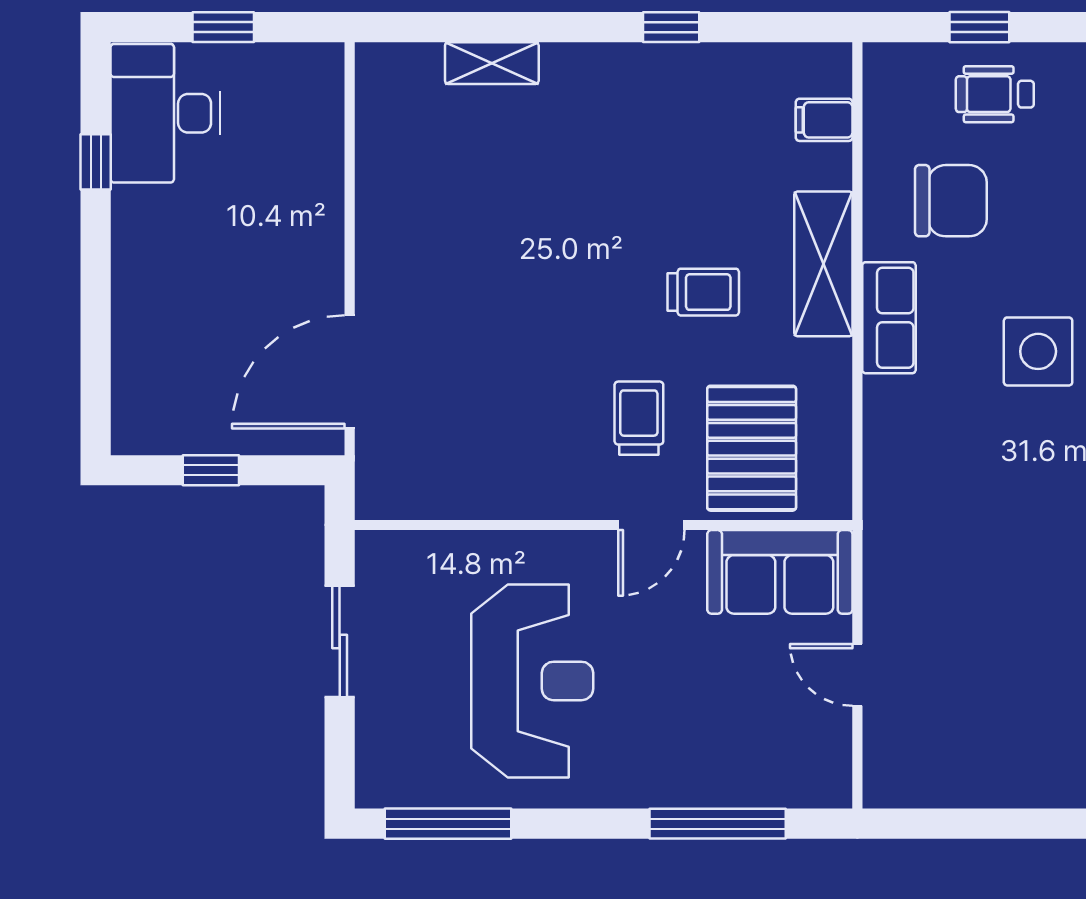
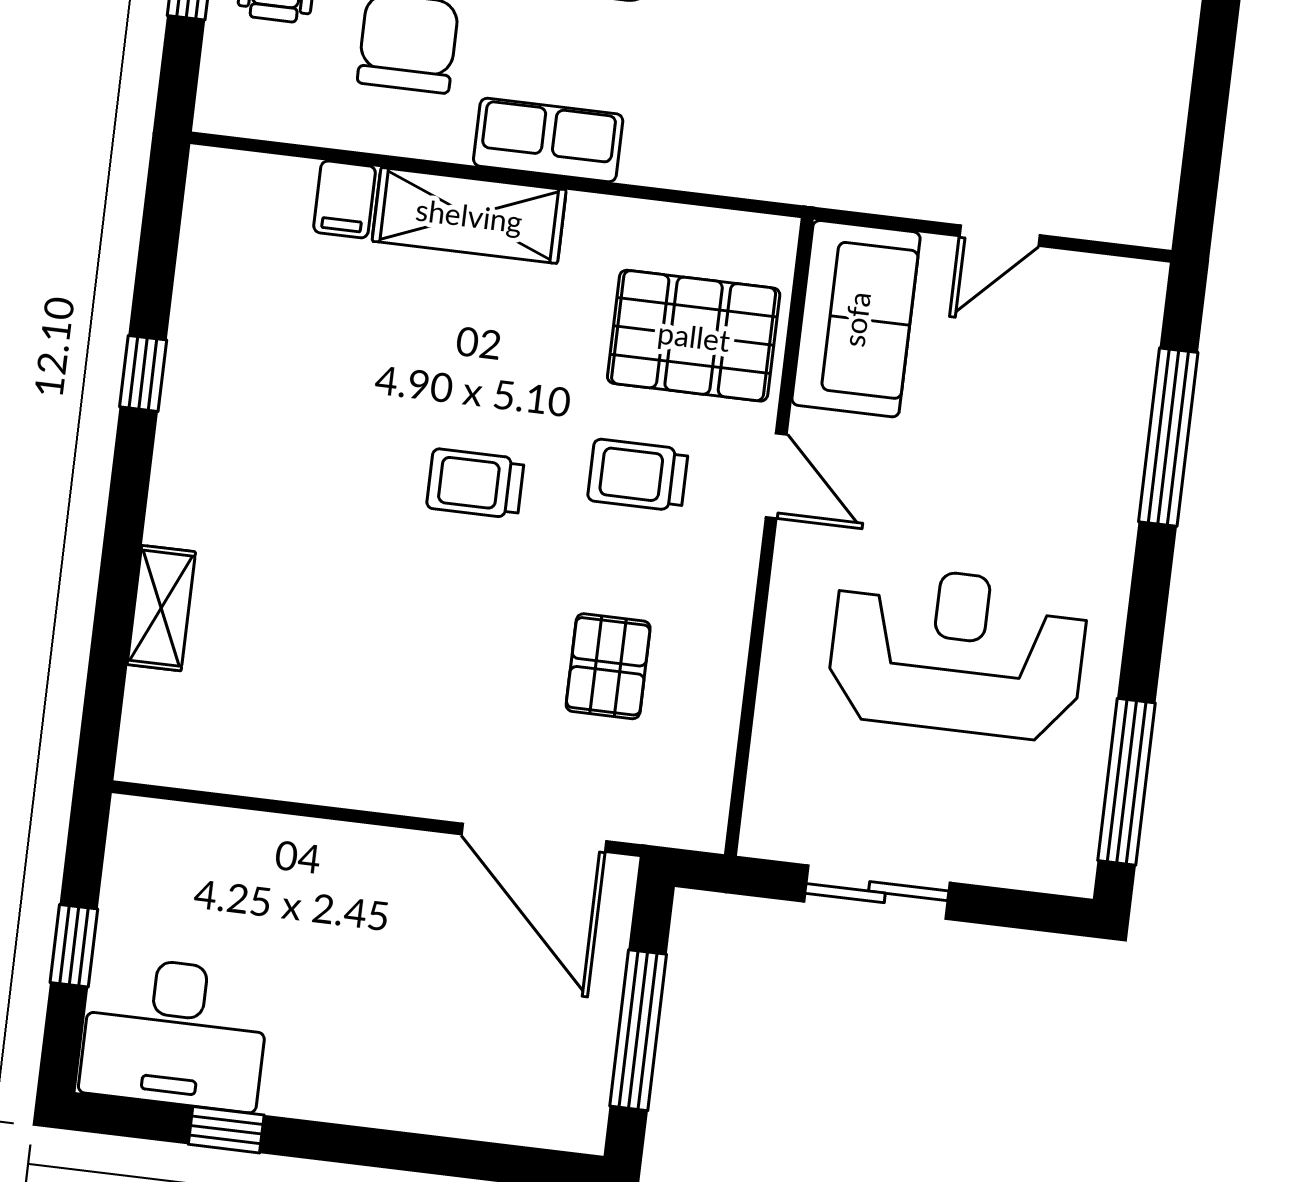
filing cabinet: (824, 120) -> (345, 199), moved
trolley: (703, 292) -> (475, 484), moved, turned -90
pallet: (489, 413) -> (608, 666), added
window: (211, 470) -> (638, 1030), width x2.17

